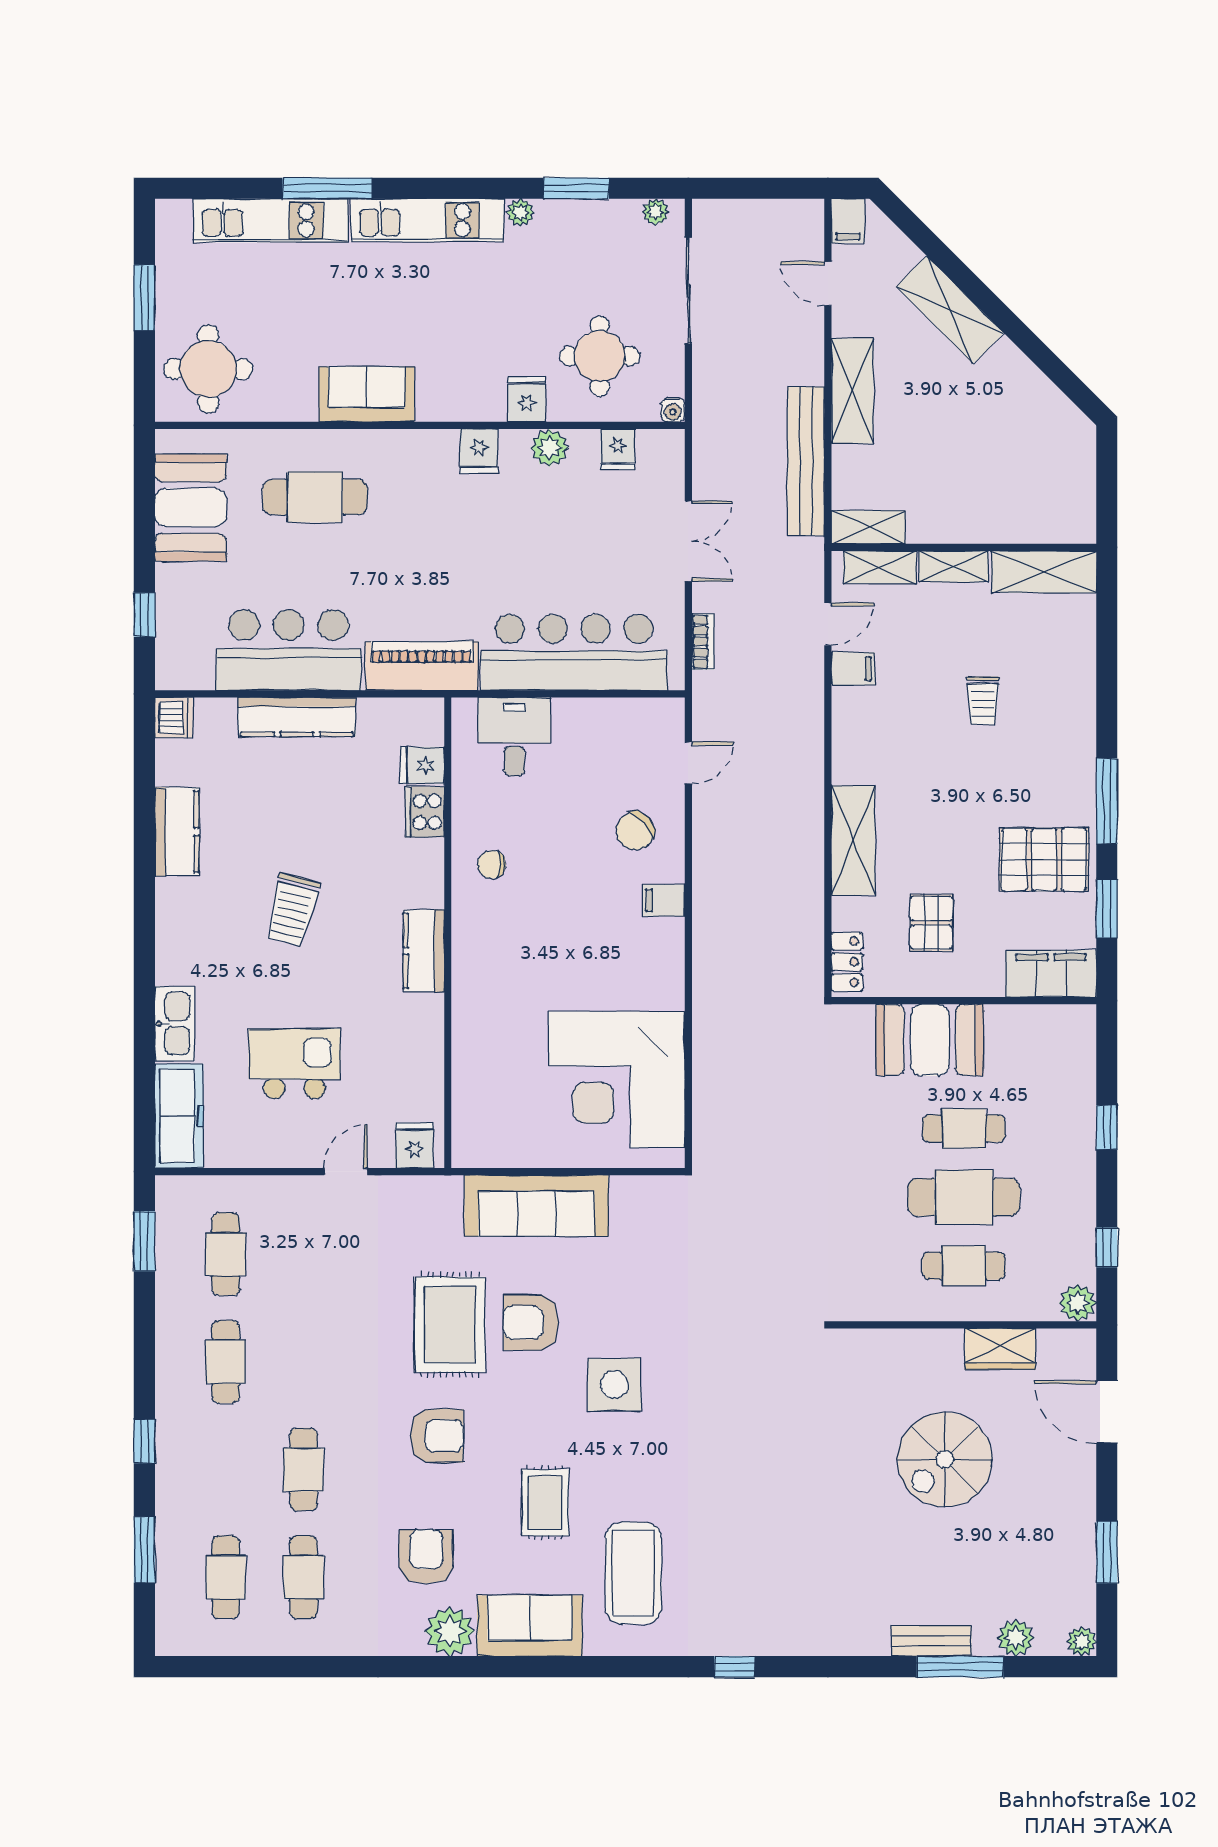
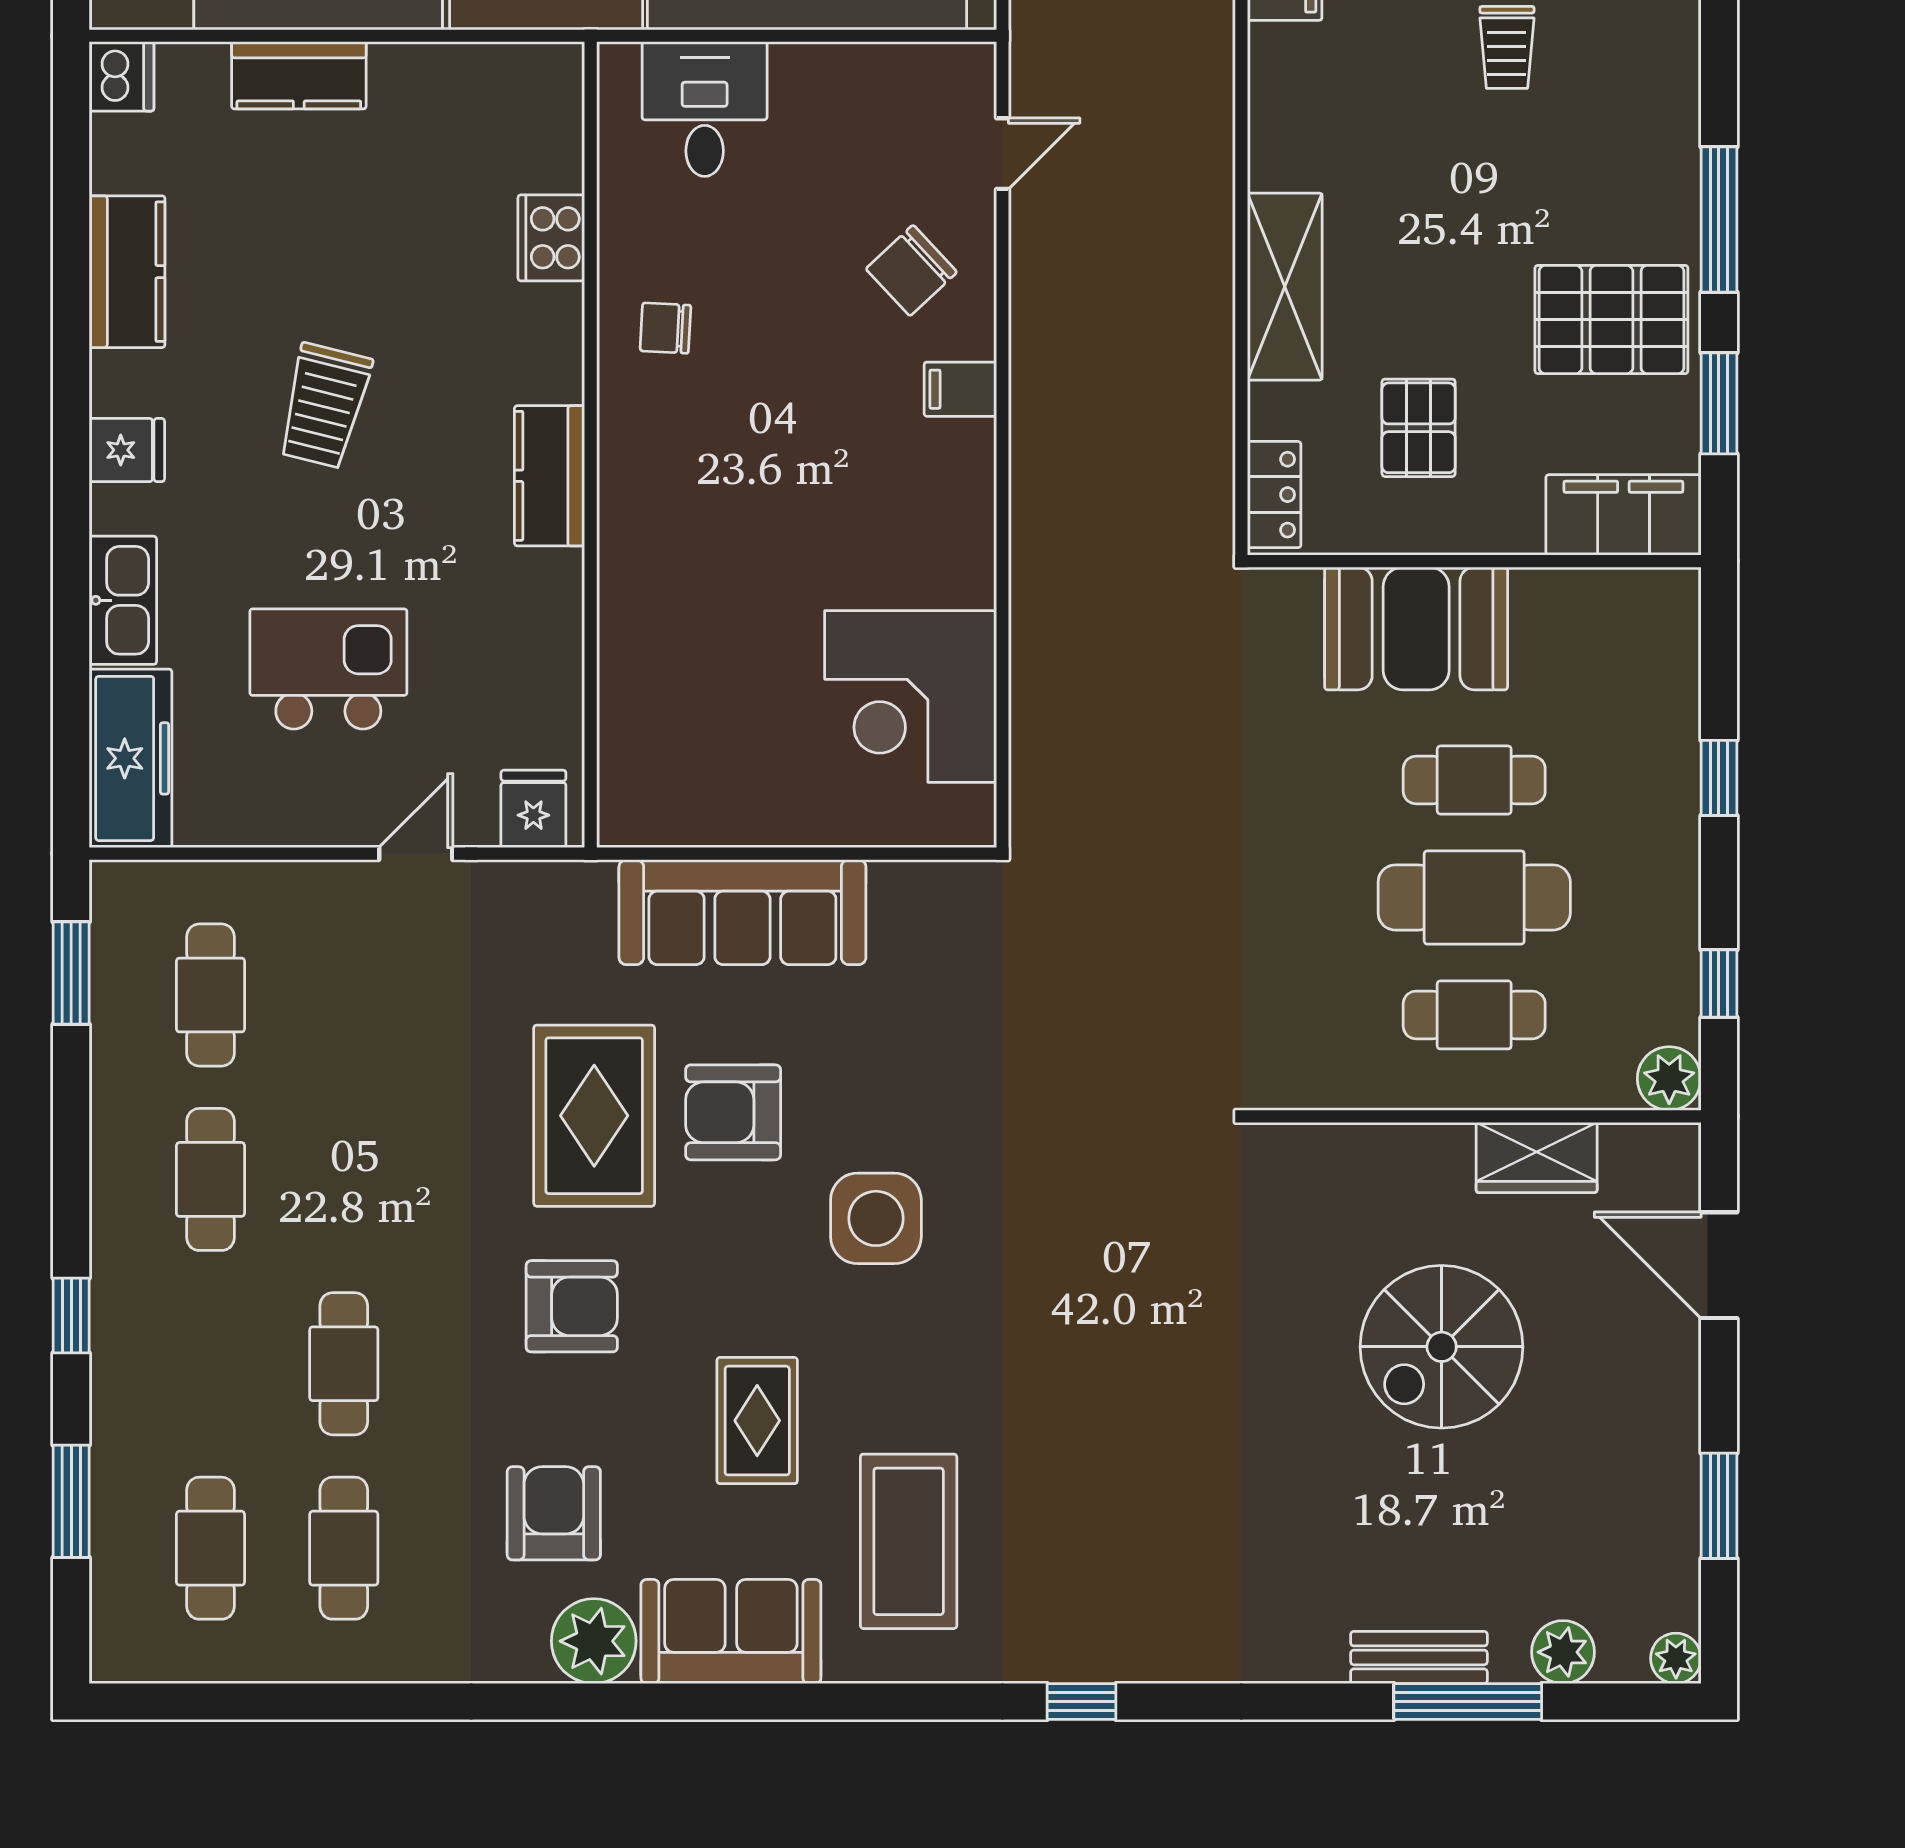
kitchen counter: (297, 717) -> (299, 75), width x0.67
fridge: (422, 765) -> (127, 450), moved, turned 180
corner desk: (617, 1080) -> (911, 696), width x0.74, depth x0.74

